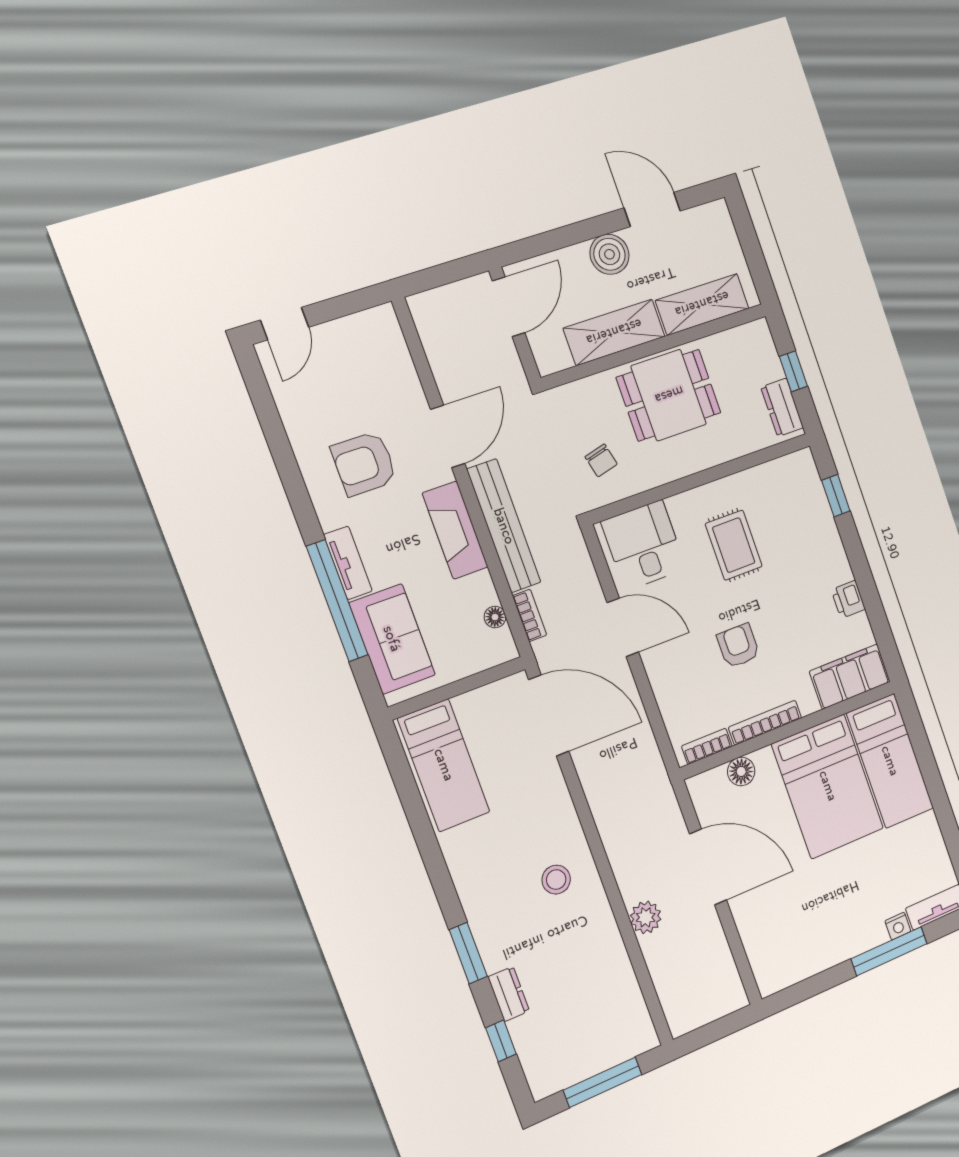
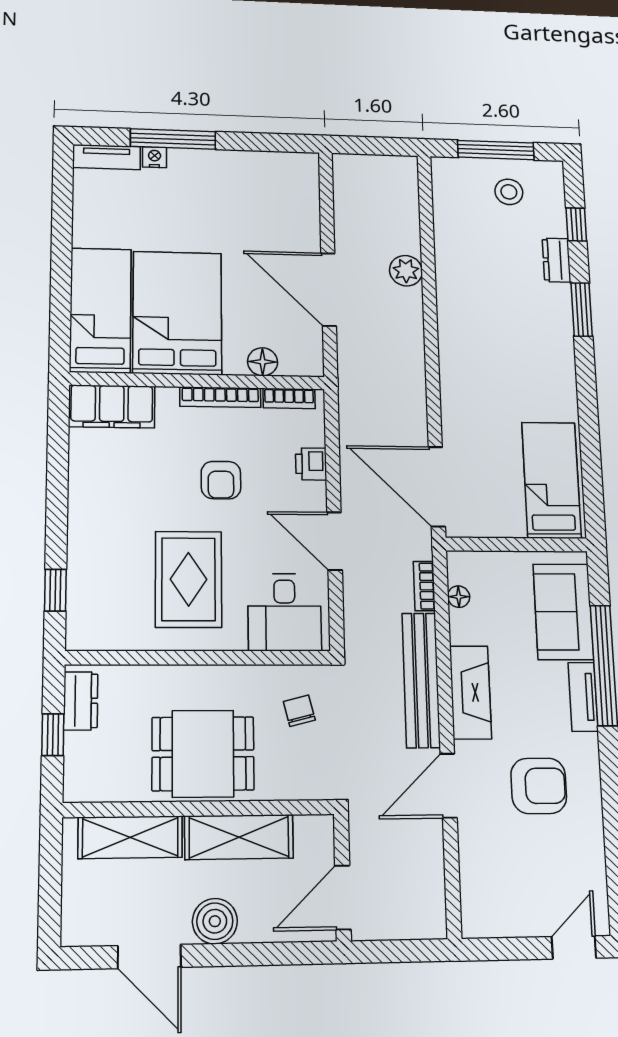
rug: (734, 545) -> (188, 579), width x1.36, depth x1.43
printer: (848, 599) -> (311, 464), moved, turned 180
stool: (556, 880) -> (509, 192), moved

